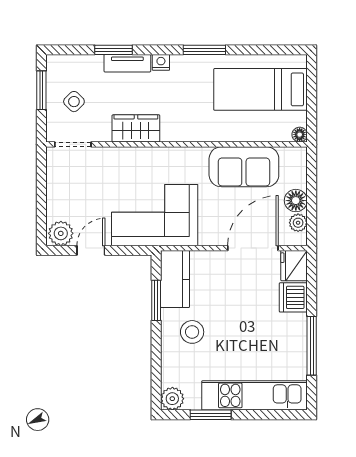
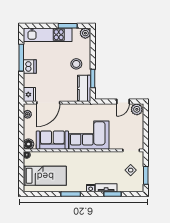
wardrobe: (136, 128) -> (102, 158), removed
floor lamp: (296, 201) -> (28, 144), moved
corner sofa: (155, 215) -> (89, 135), moved, turned 180
dishwasher: (293, 297) -> (30, 67), moved

